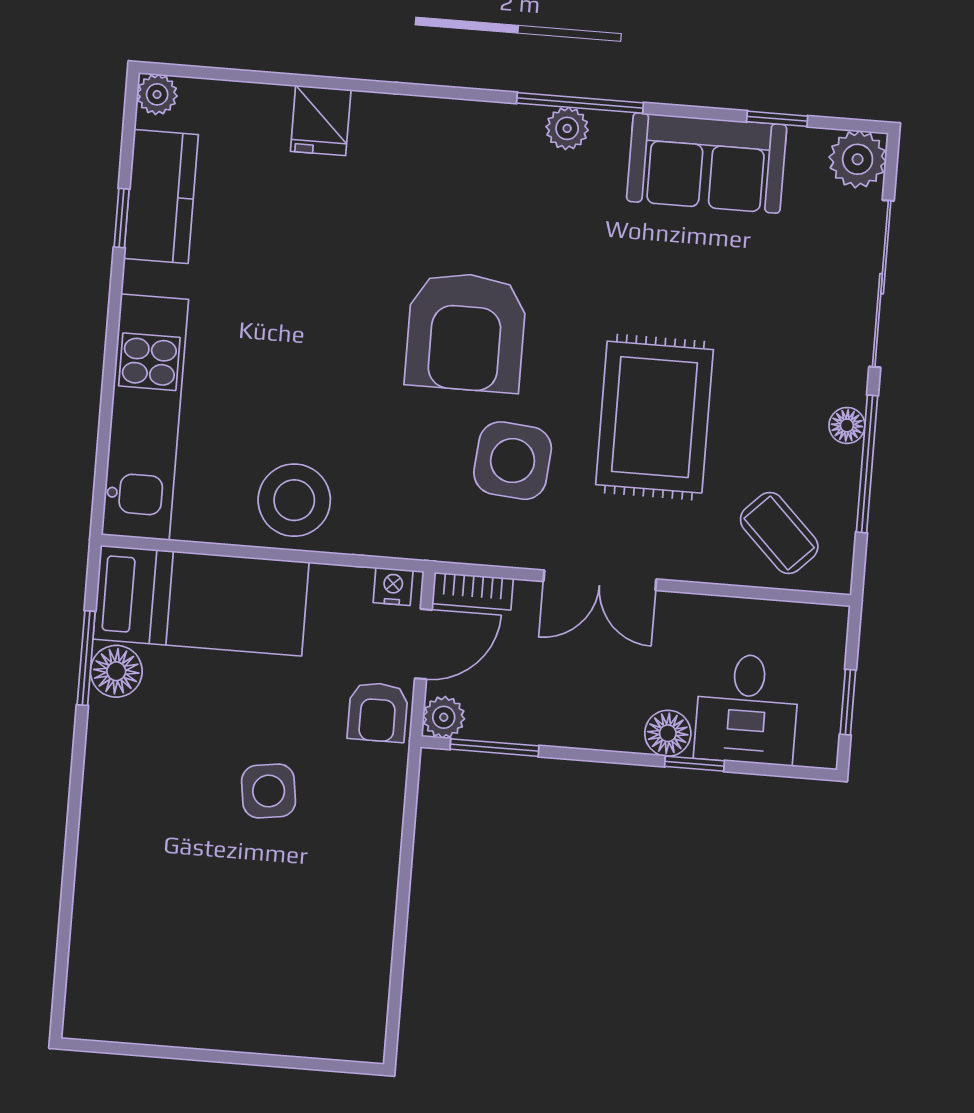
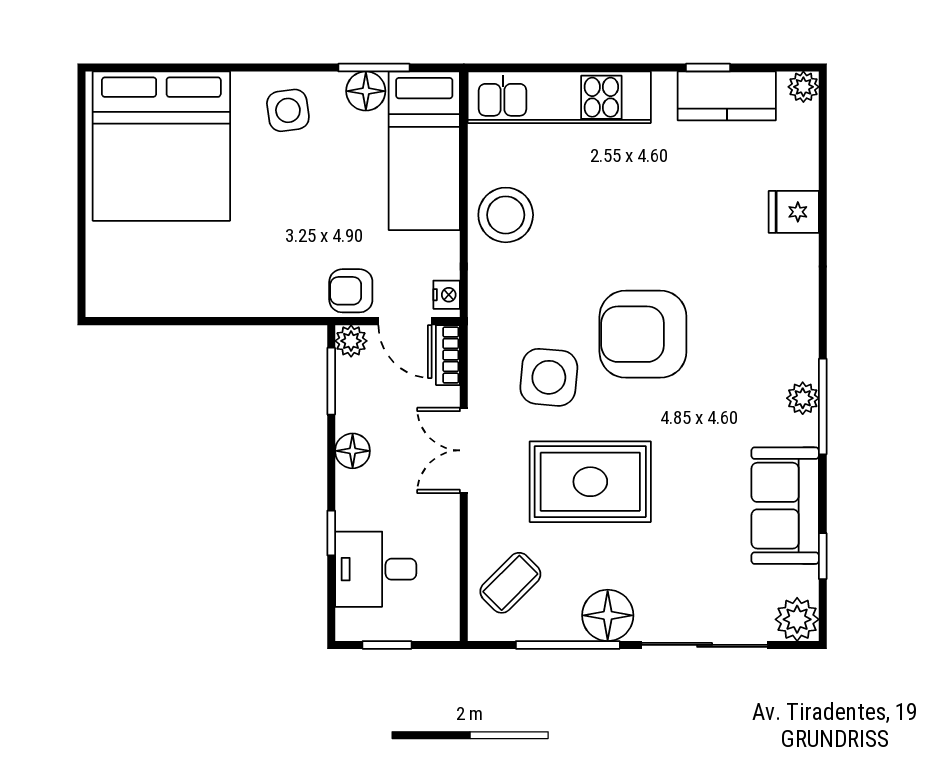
floor lamp: (847, 425) -> (608, 615), width x1.89, depth x1.89
floor lamp: (668, 733) -> (353, 451), moved
side table: (269, 791) -> (288, 110), moved
bed: (167, 946) -> (161, 146), added

